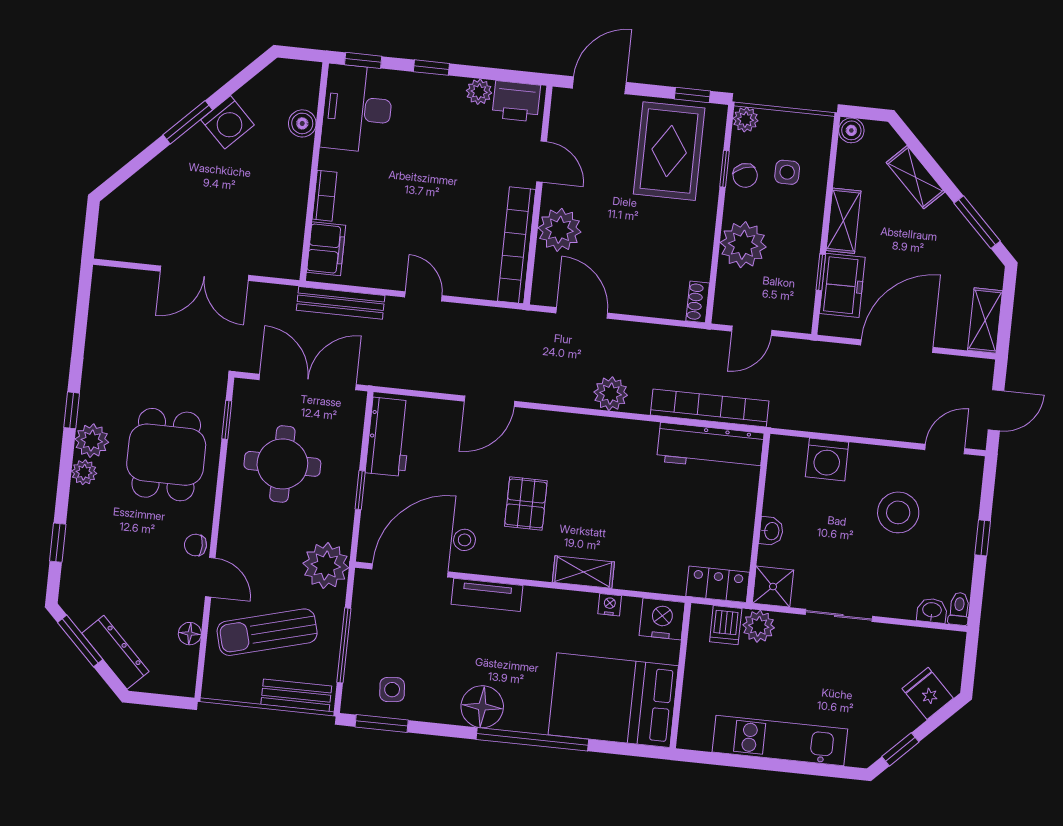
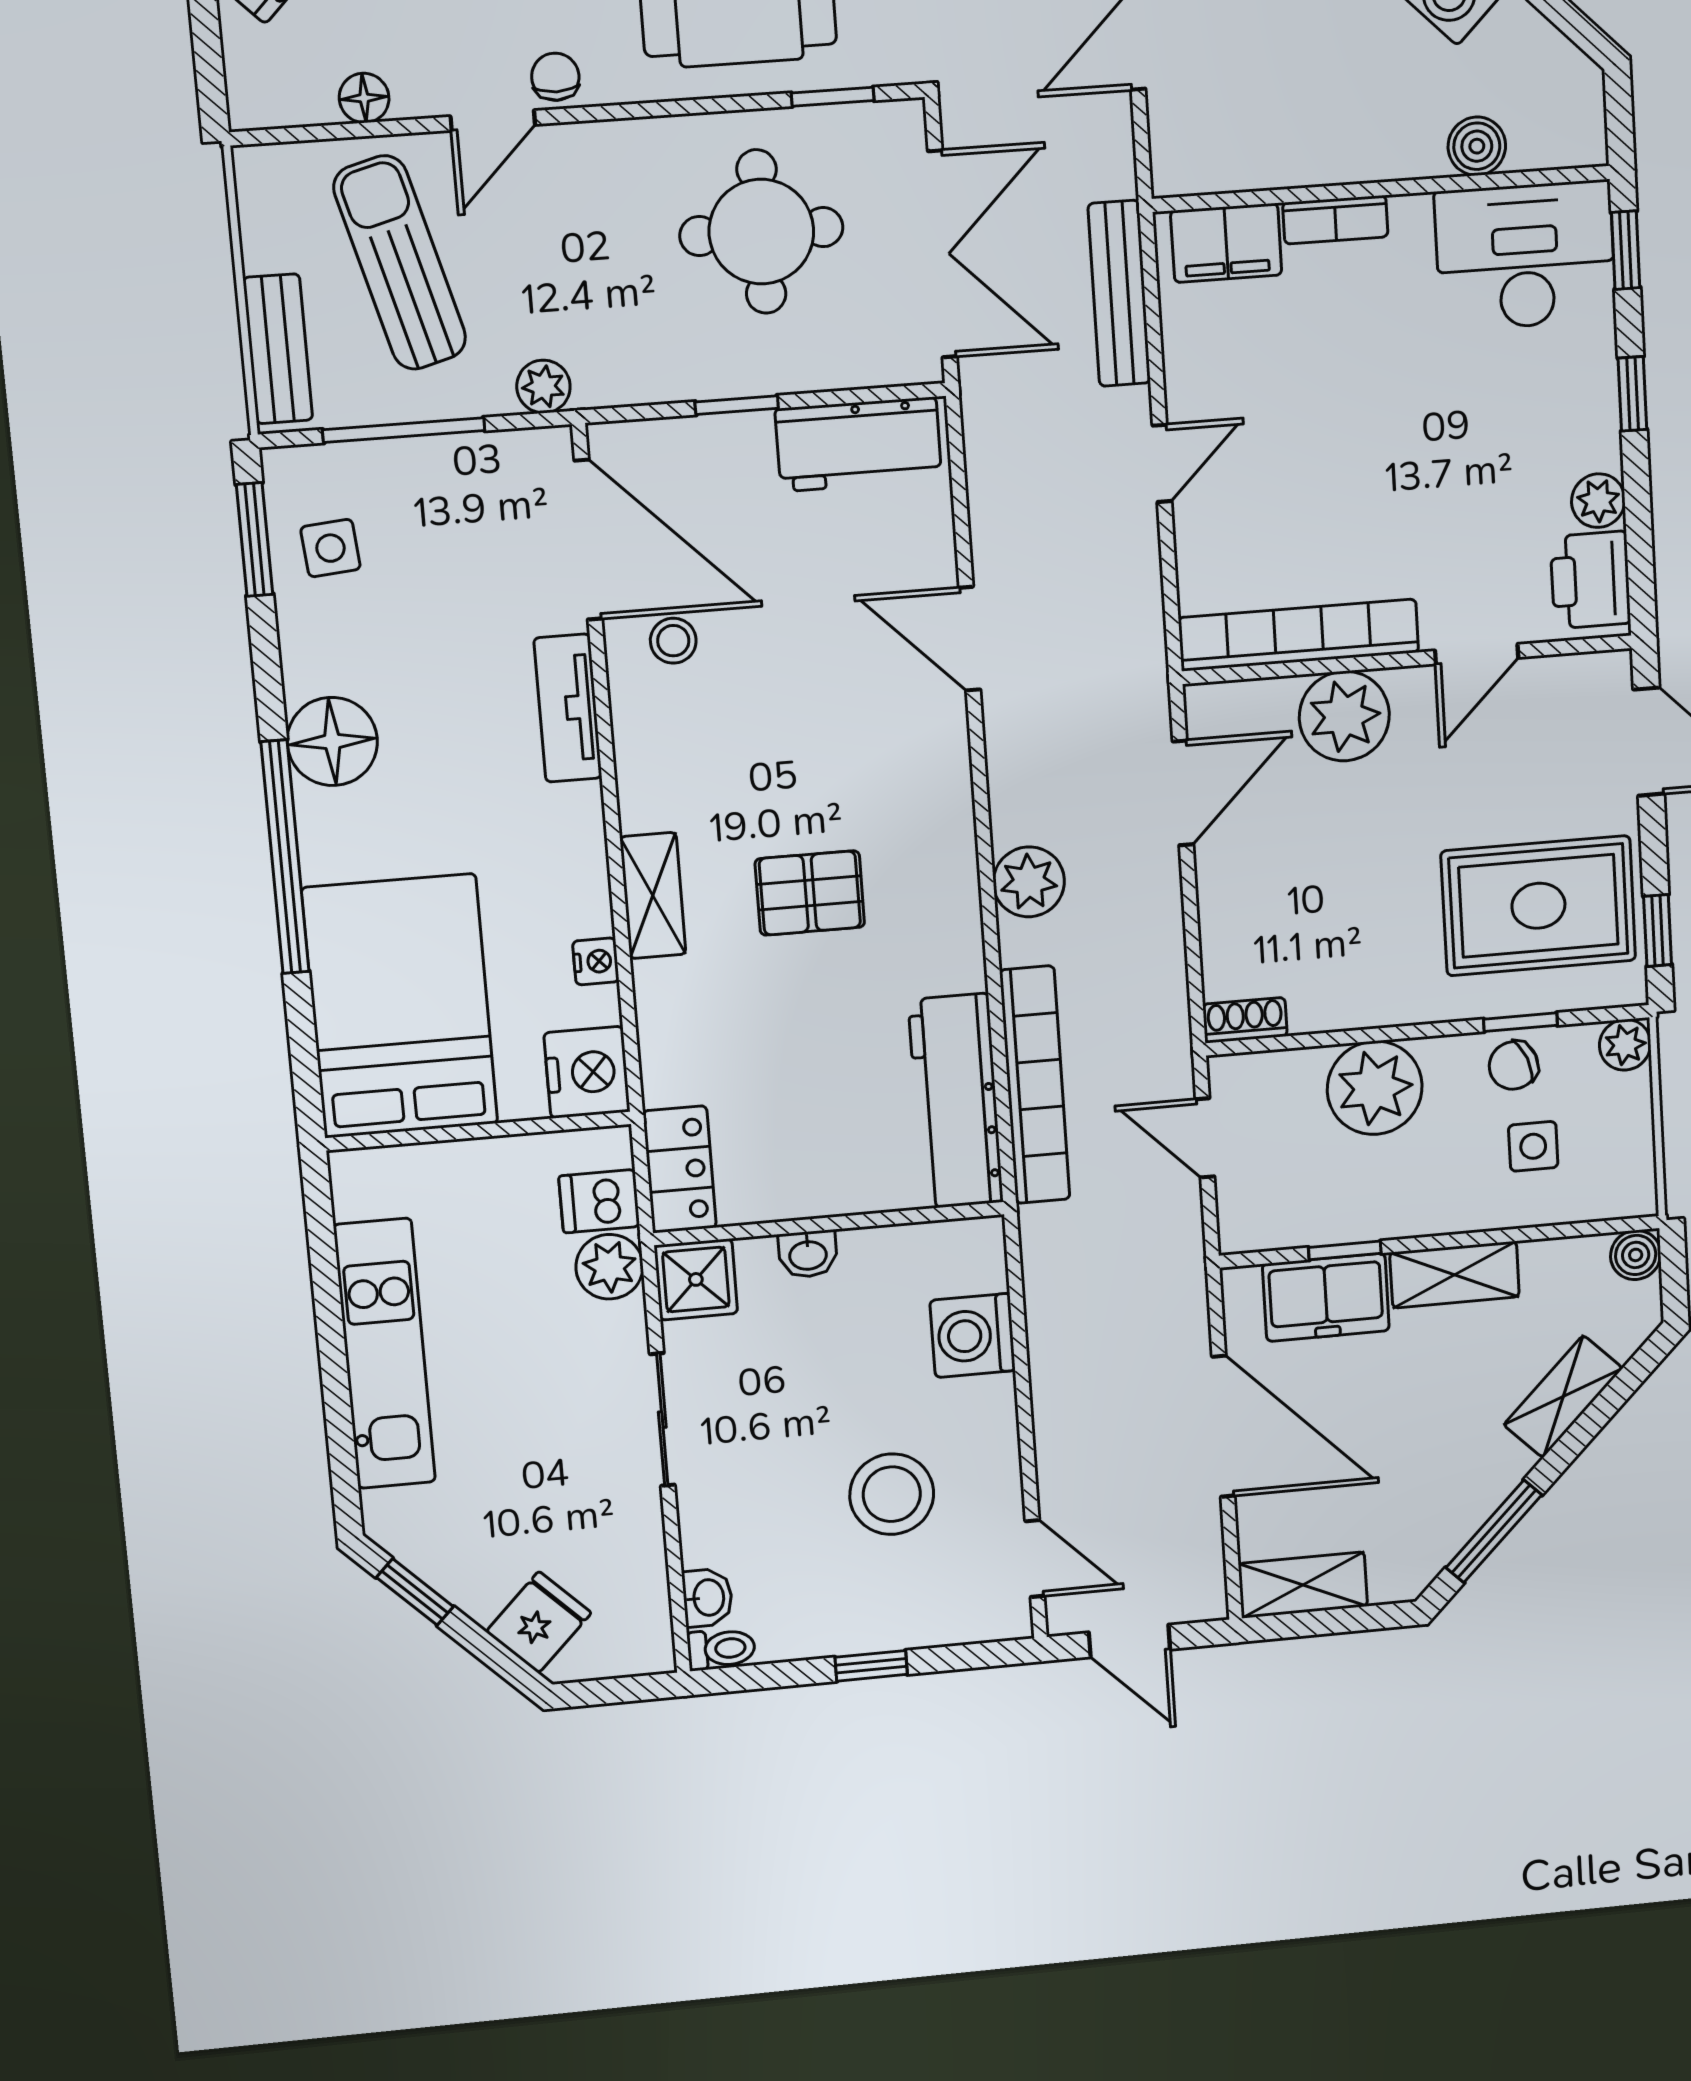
pallet: (526, 503) -> (810, 893), moved
plant: (326, 566) -> (543, 387), width x0.53, depth x0.53

